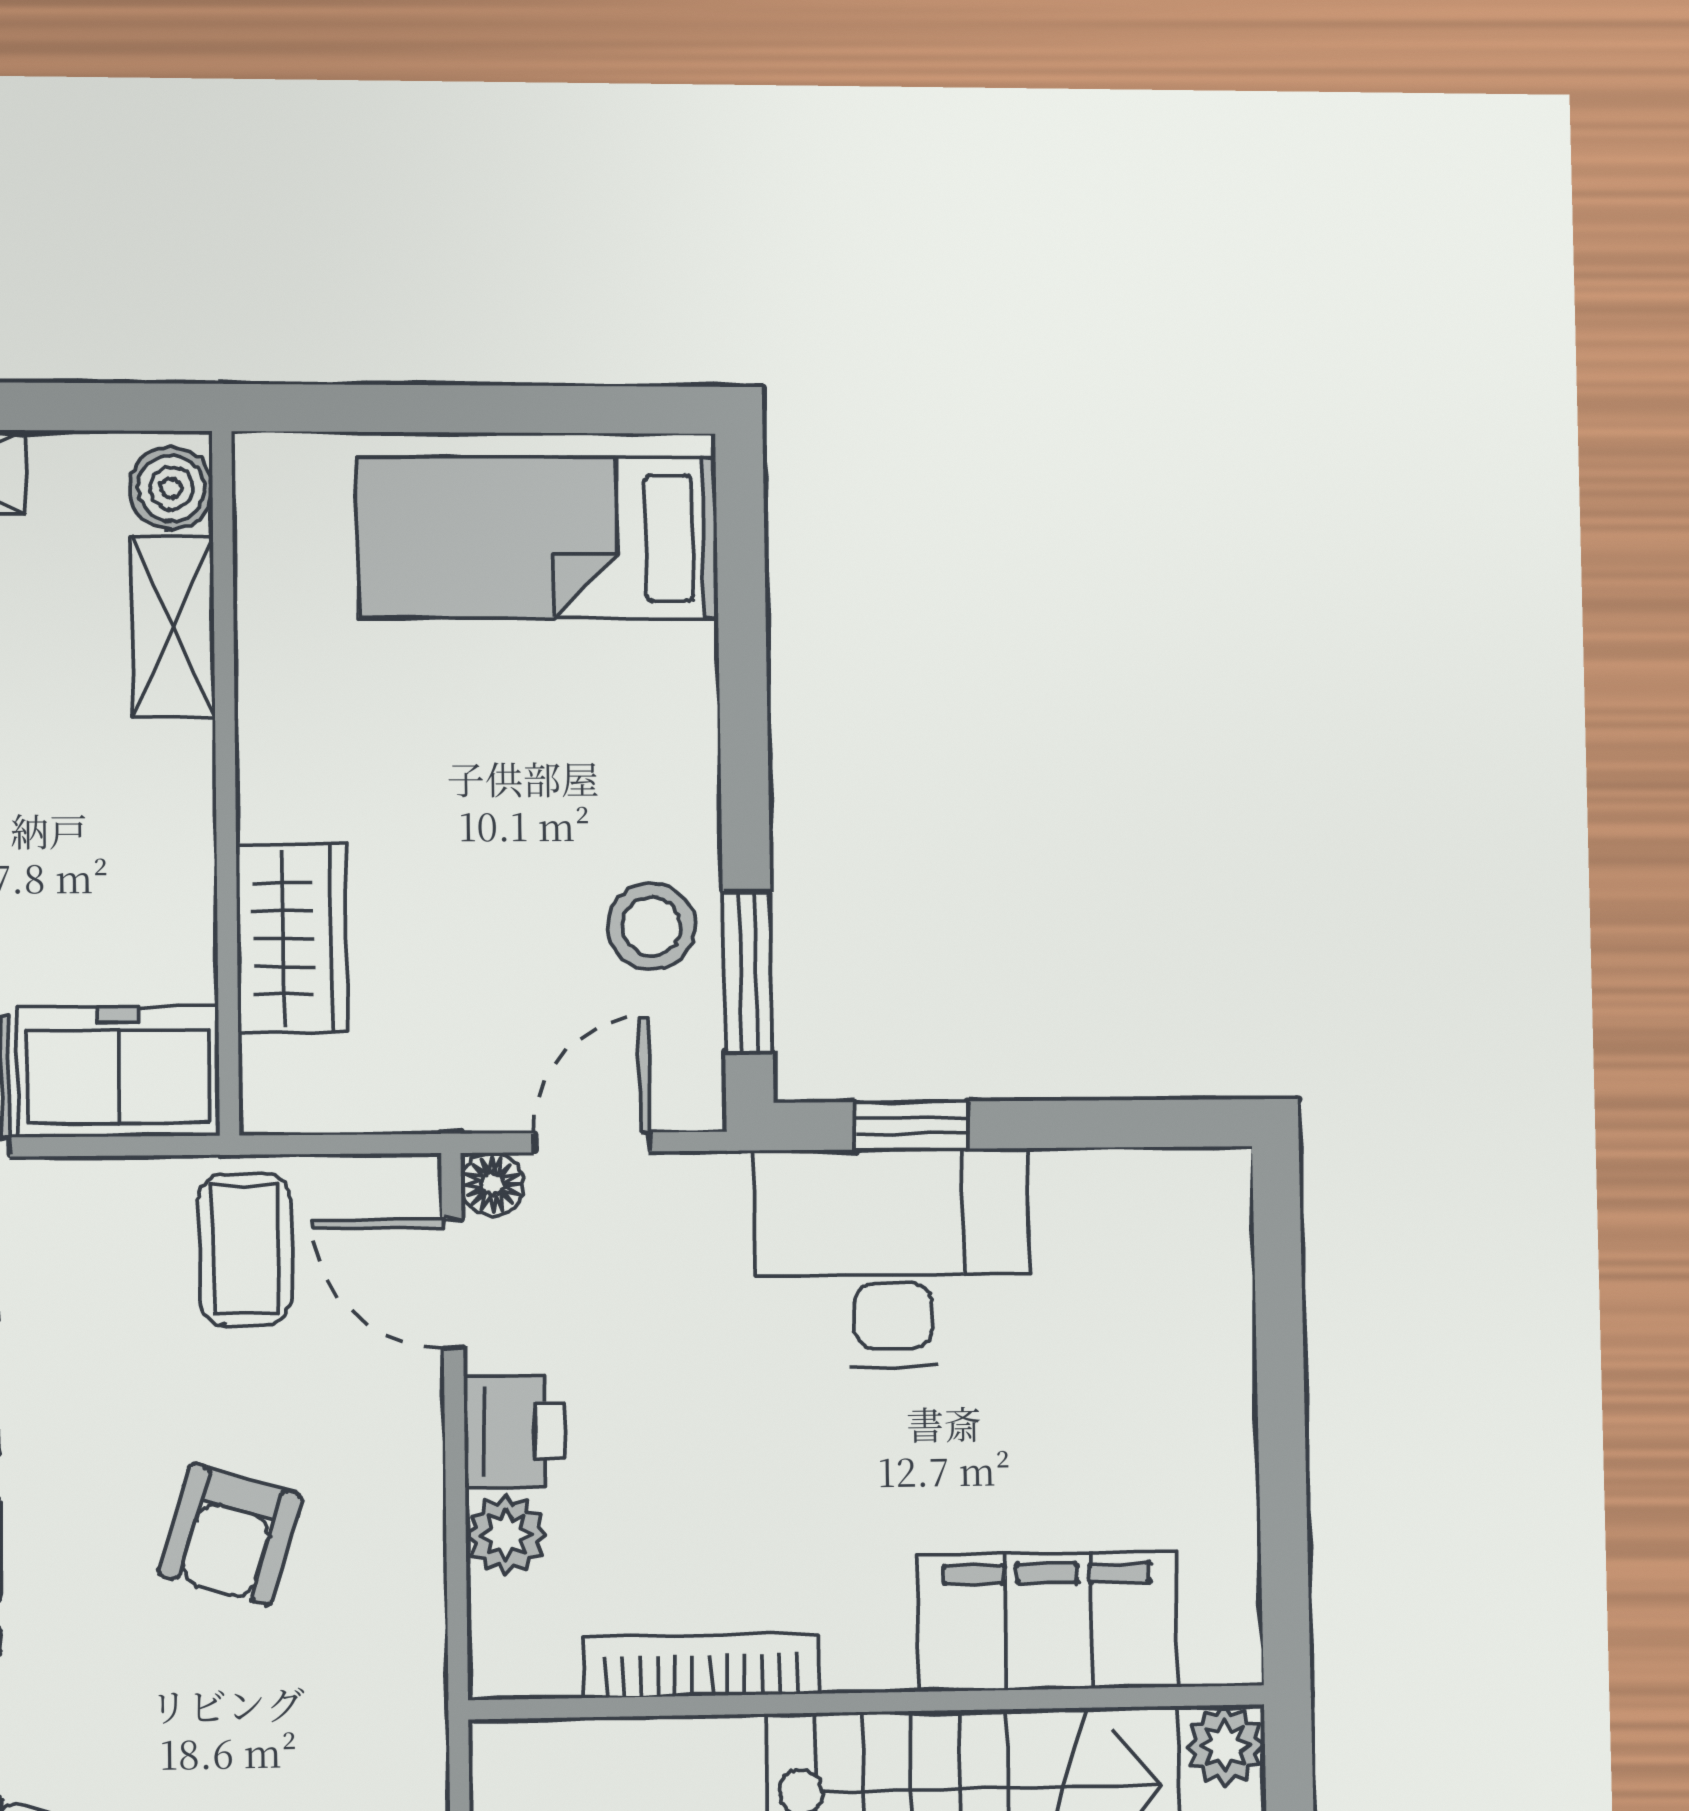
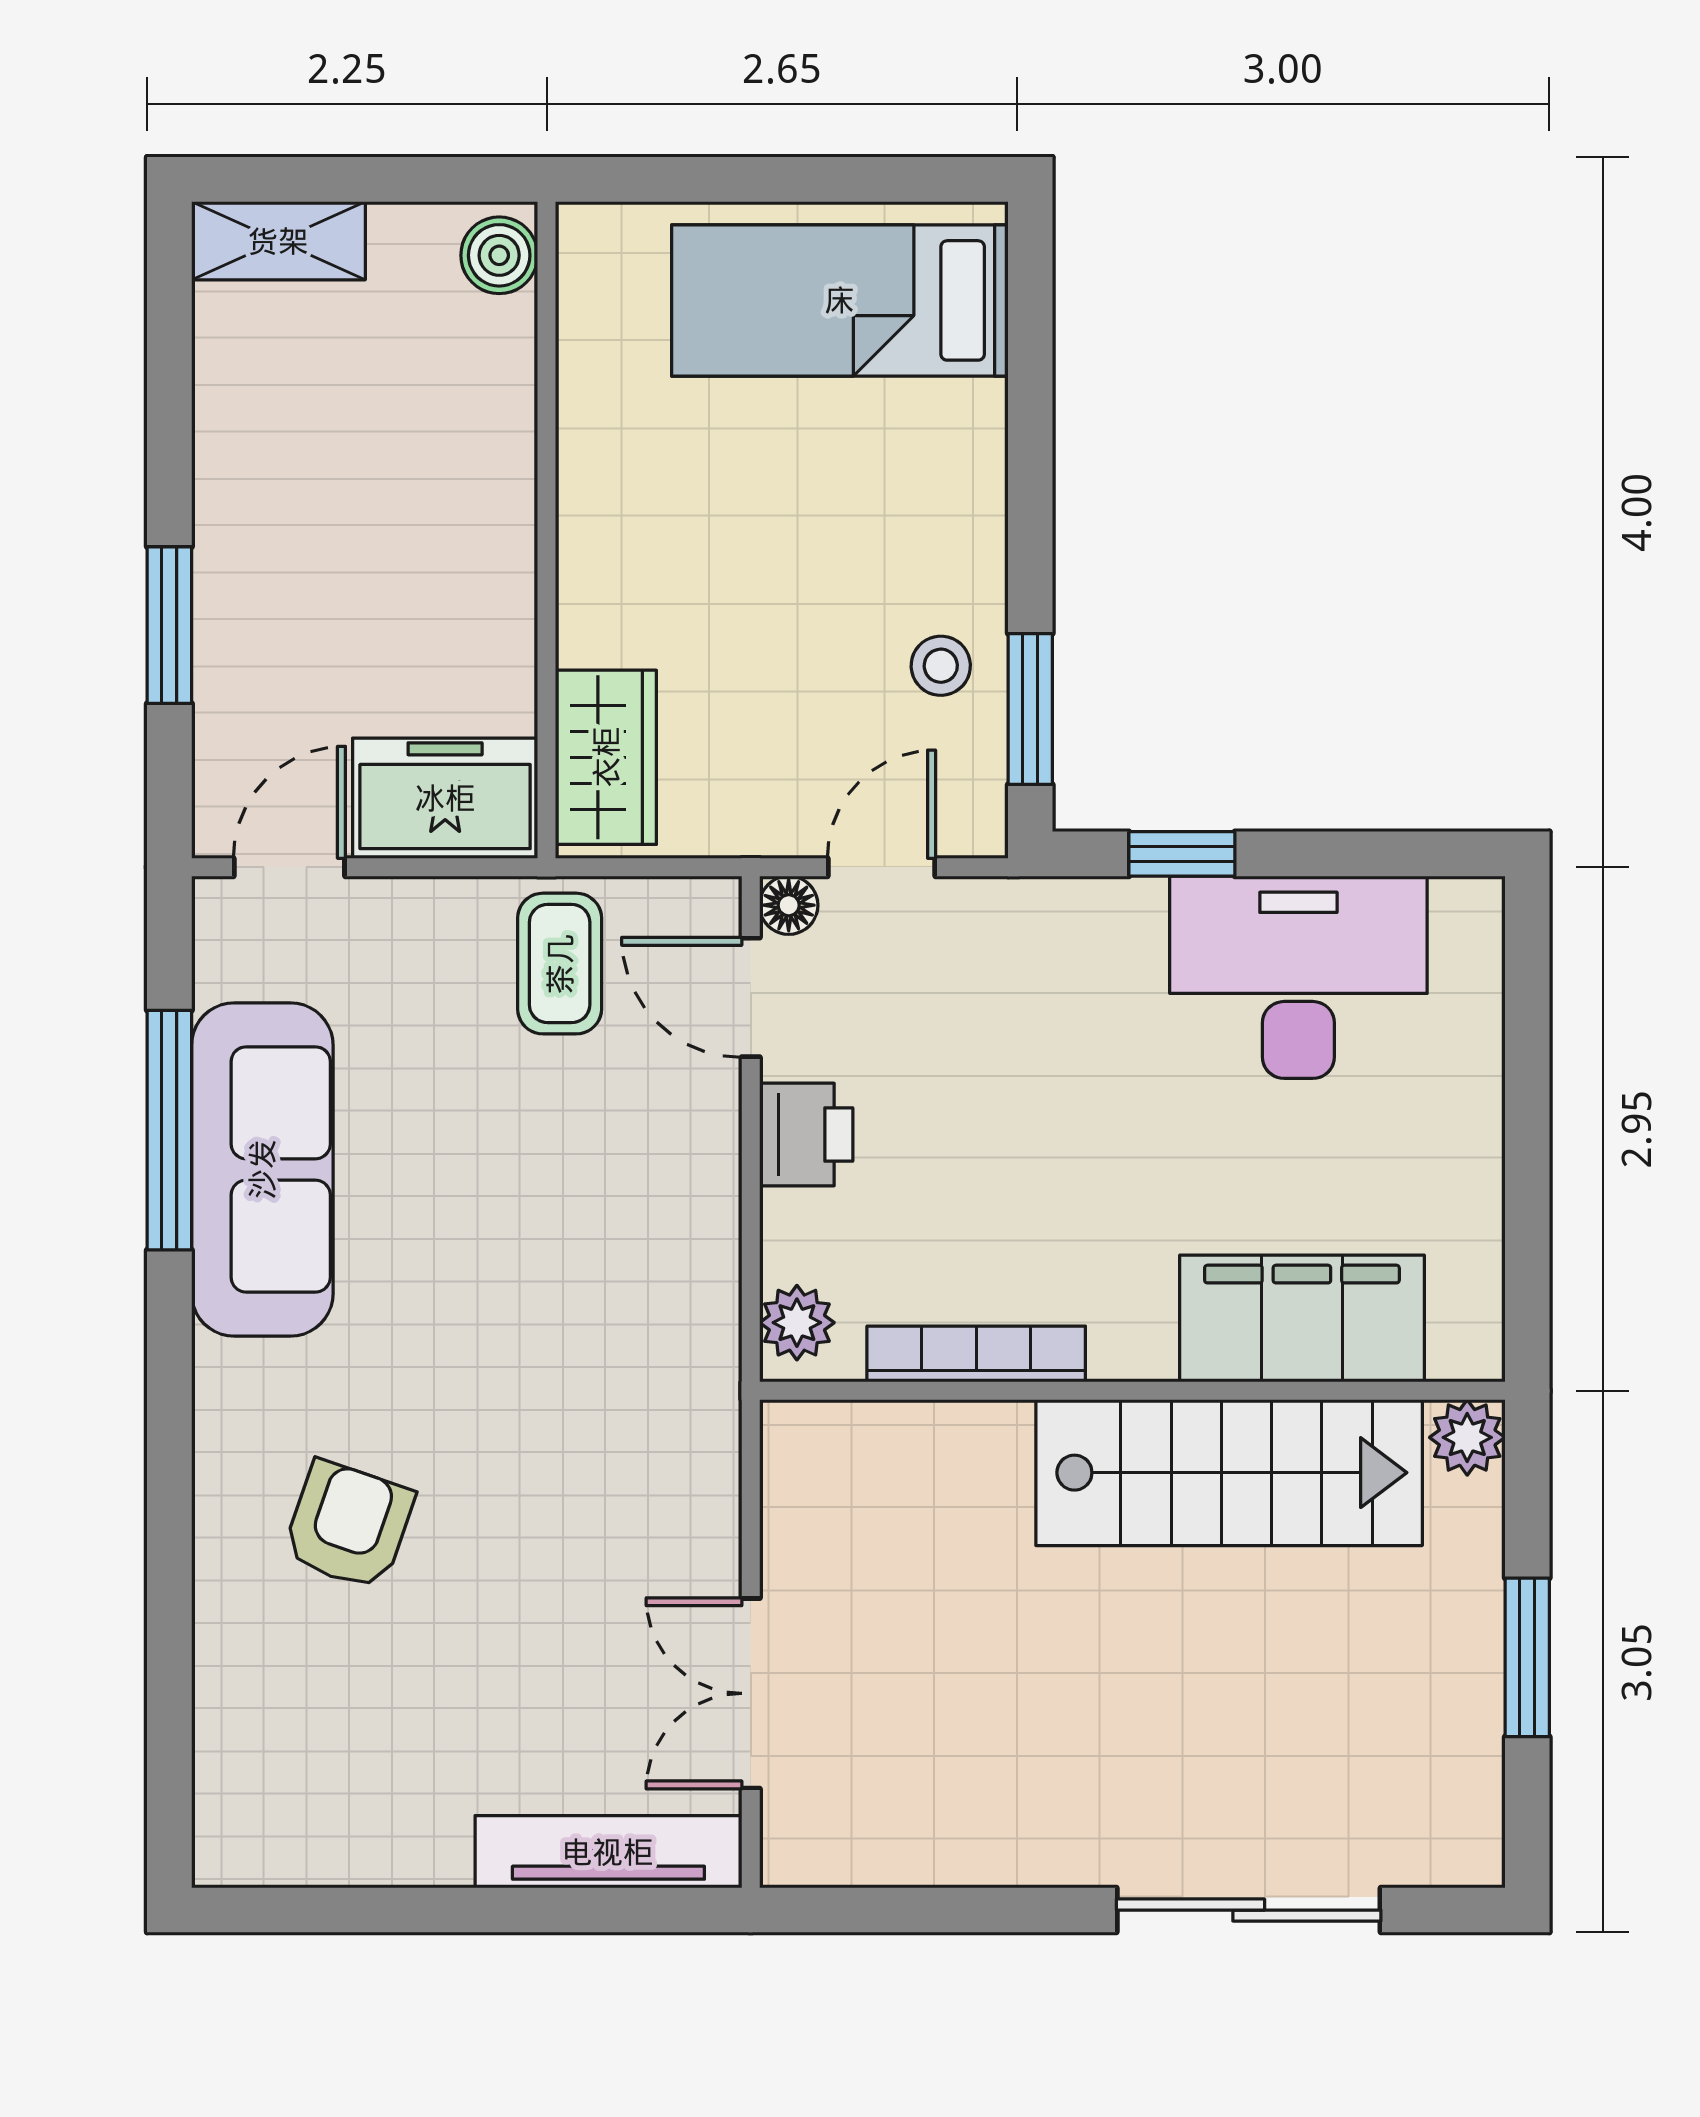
shelving: (173, 627) -> (500, 385), removed
stool: (652, 926) -> (941, 666), width x0.73, depth x0.73
wardrobe: (292, 939) -> (606, 757), moved
desk: (892, 1257) -> (1298, 977), moved
armchair: (231, 1535) -> (543, 1226), removed
plant: (506, 1535) -> (797, 1323), moved

